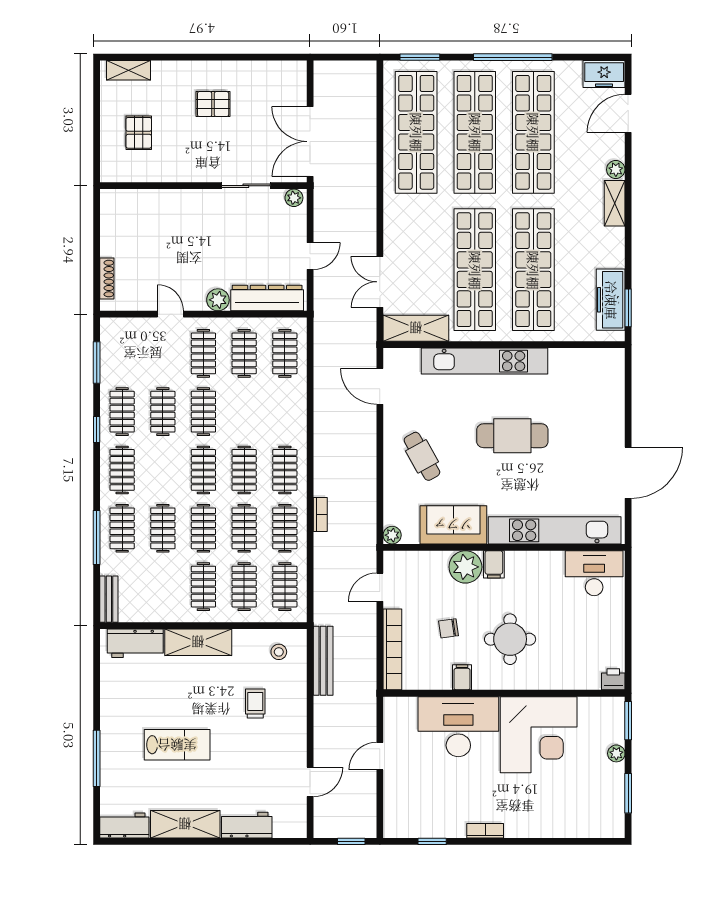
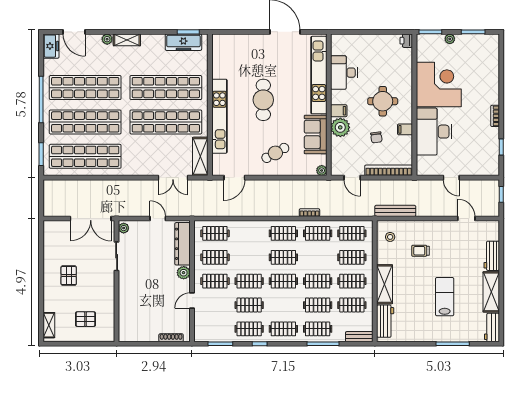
clothes rail: (244, 528) -> (352, 305), moved
desk: (594, 573) -> (344, 73), moved

